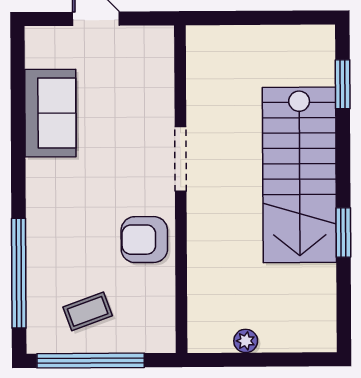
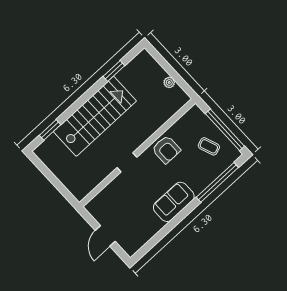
sofa: (50, 113) -> (174, 202), moved
doorway: (181, 159) -> (127, 162), width x0.73
window: (343, 233) -> (114, 71), moved

